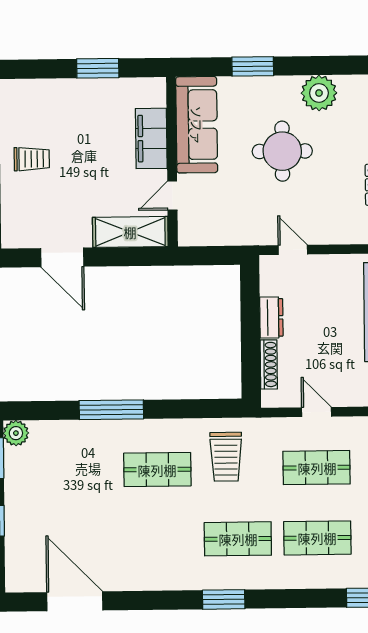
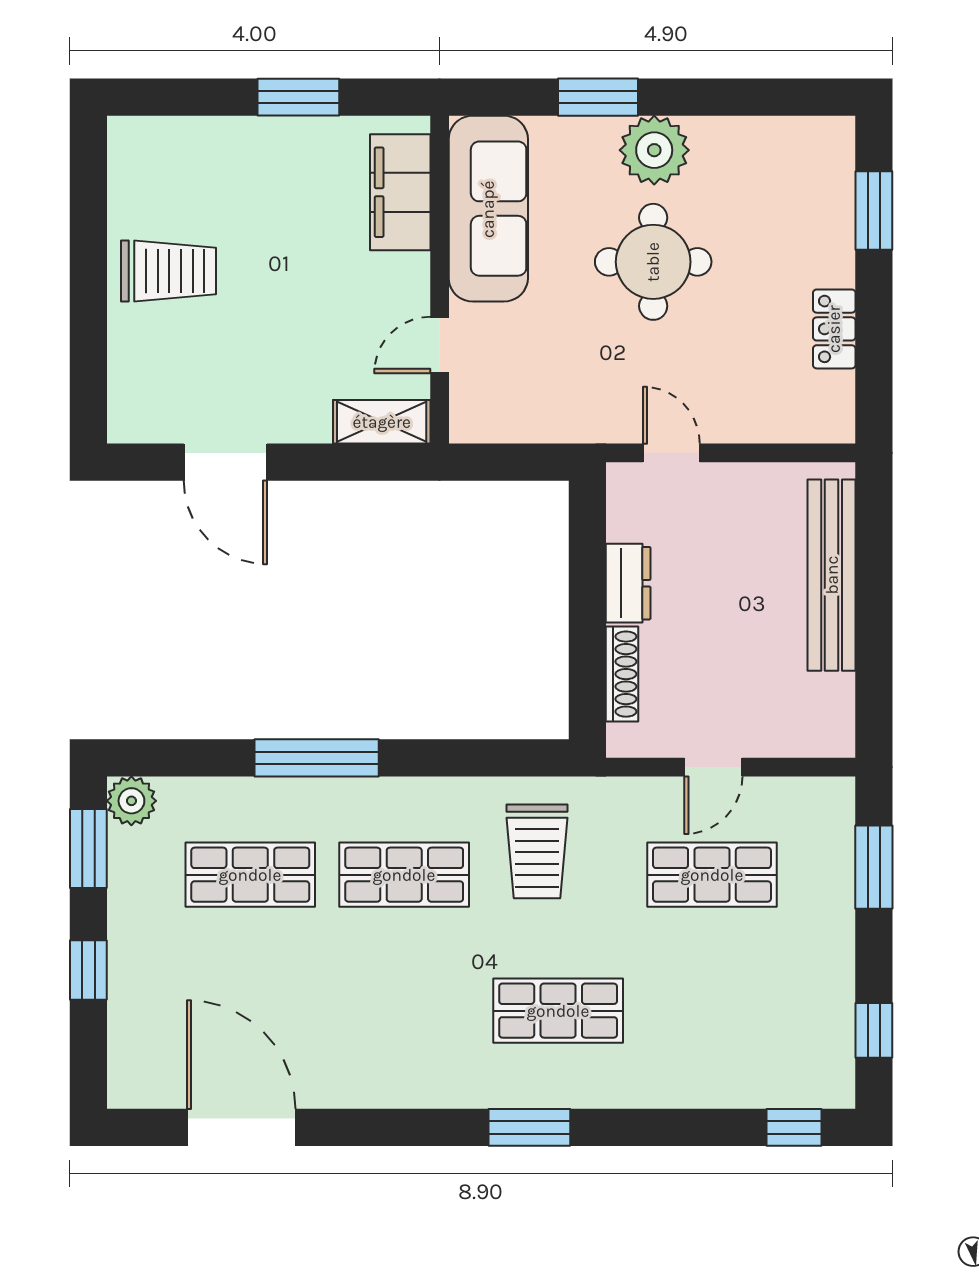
plant: (319, 93) -> (654, 150), moved
filing cabinet: (151, 138) -> (400, 192), moved
trolley: (32, 159) -> (169, 271), width x1.36, depth x1.39
shelving: (130, 232) -> (382, 422), width x0.67, depth x0.75
door: (317, 412) -> (713, 767), swing flipped
shop shelf: (317, 538) -> (250, 875), moved

